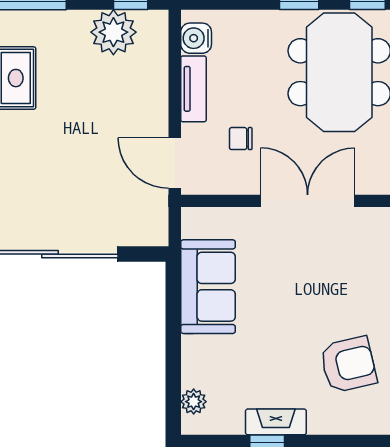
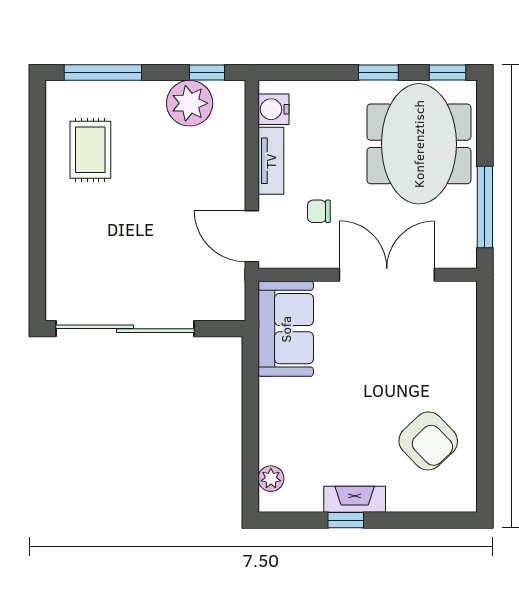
sofa: (208, 287) -> (286, 329), moved
armchair: (348, 365) -> (428, 441), turned 59

